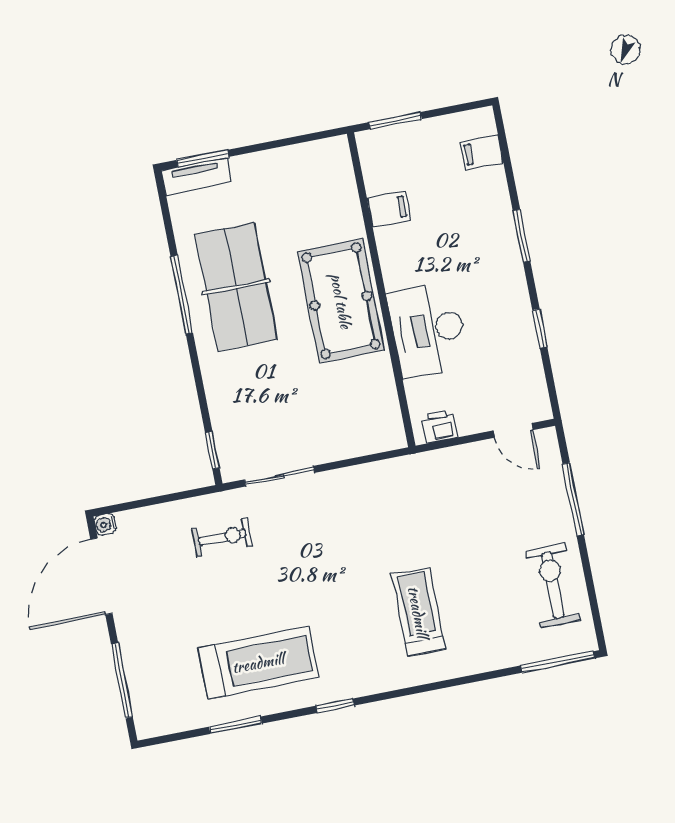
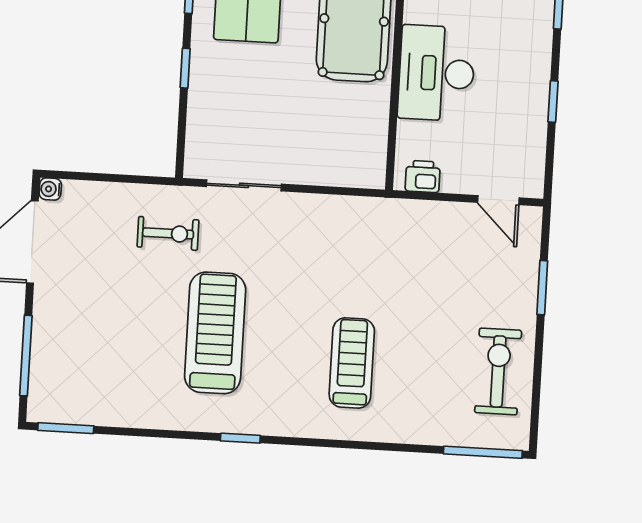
window: (212, 450) -> (185, 68), moved
window: (573, 499) -> (542, 288), width x0.69
treadmill: (258, 663) -> (215, 333), moved, turned -90
window: (235, 725) -> (66, 428), moved

